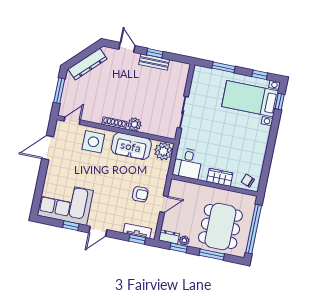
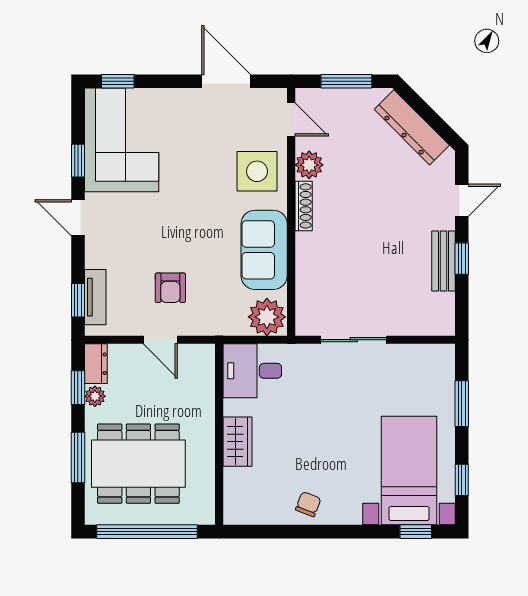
plant: (134, 124) -> (309, 165), moved
chair: (248, 181) -> (308, 504), moved
window: (37, 199) -> (118, 81), added

